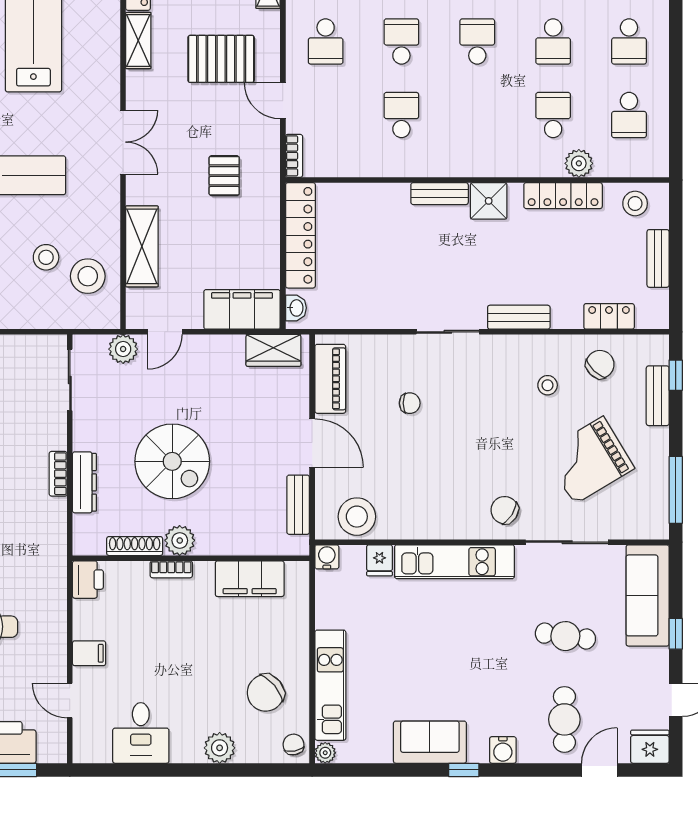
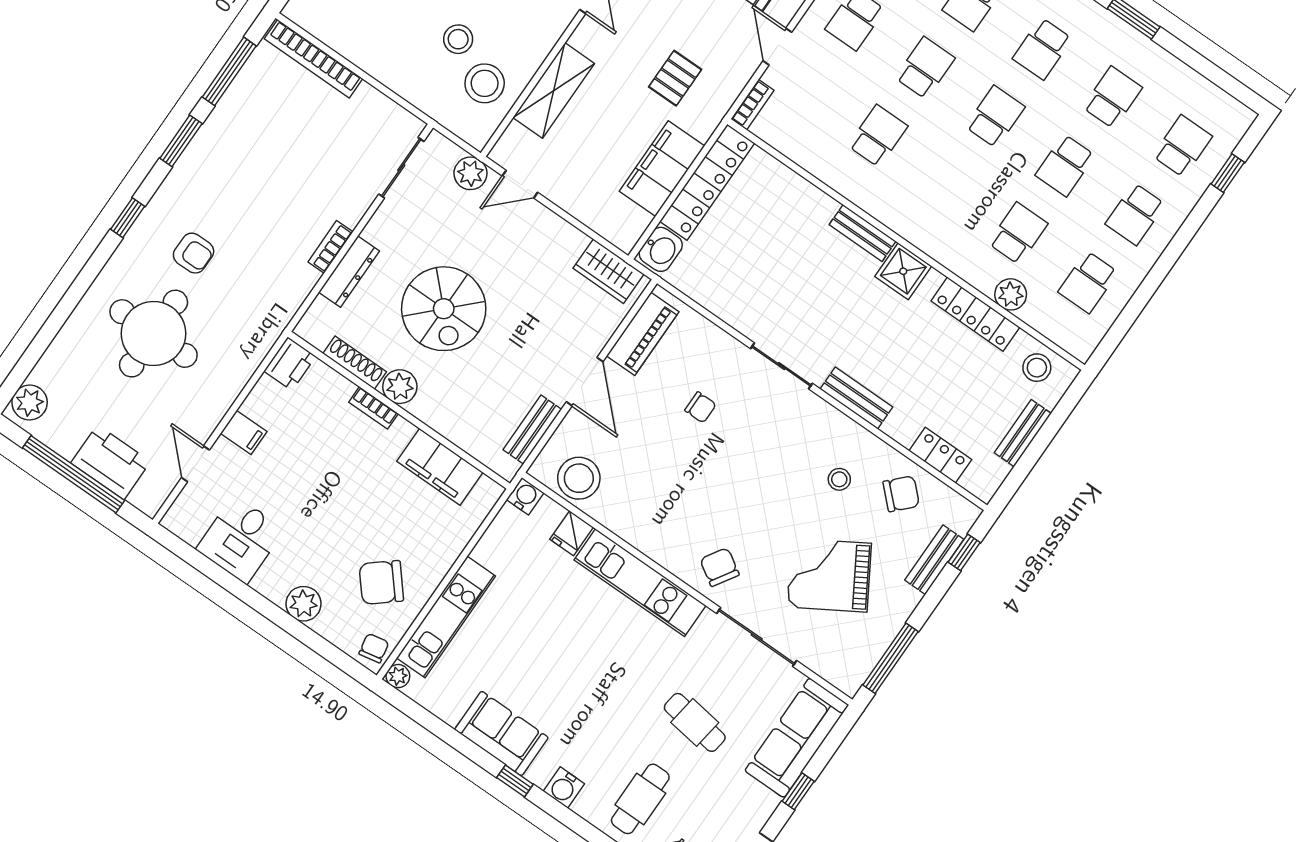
washbasin: (296, 308) -> (661, 249), width x1.38, depth x1.45
filing cabinet: (242, 309) -> (662, 169), moved, turned -90

